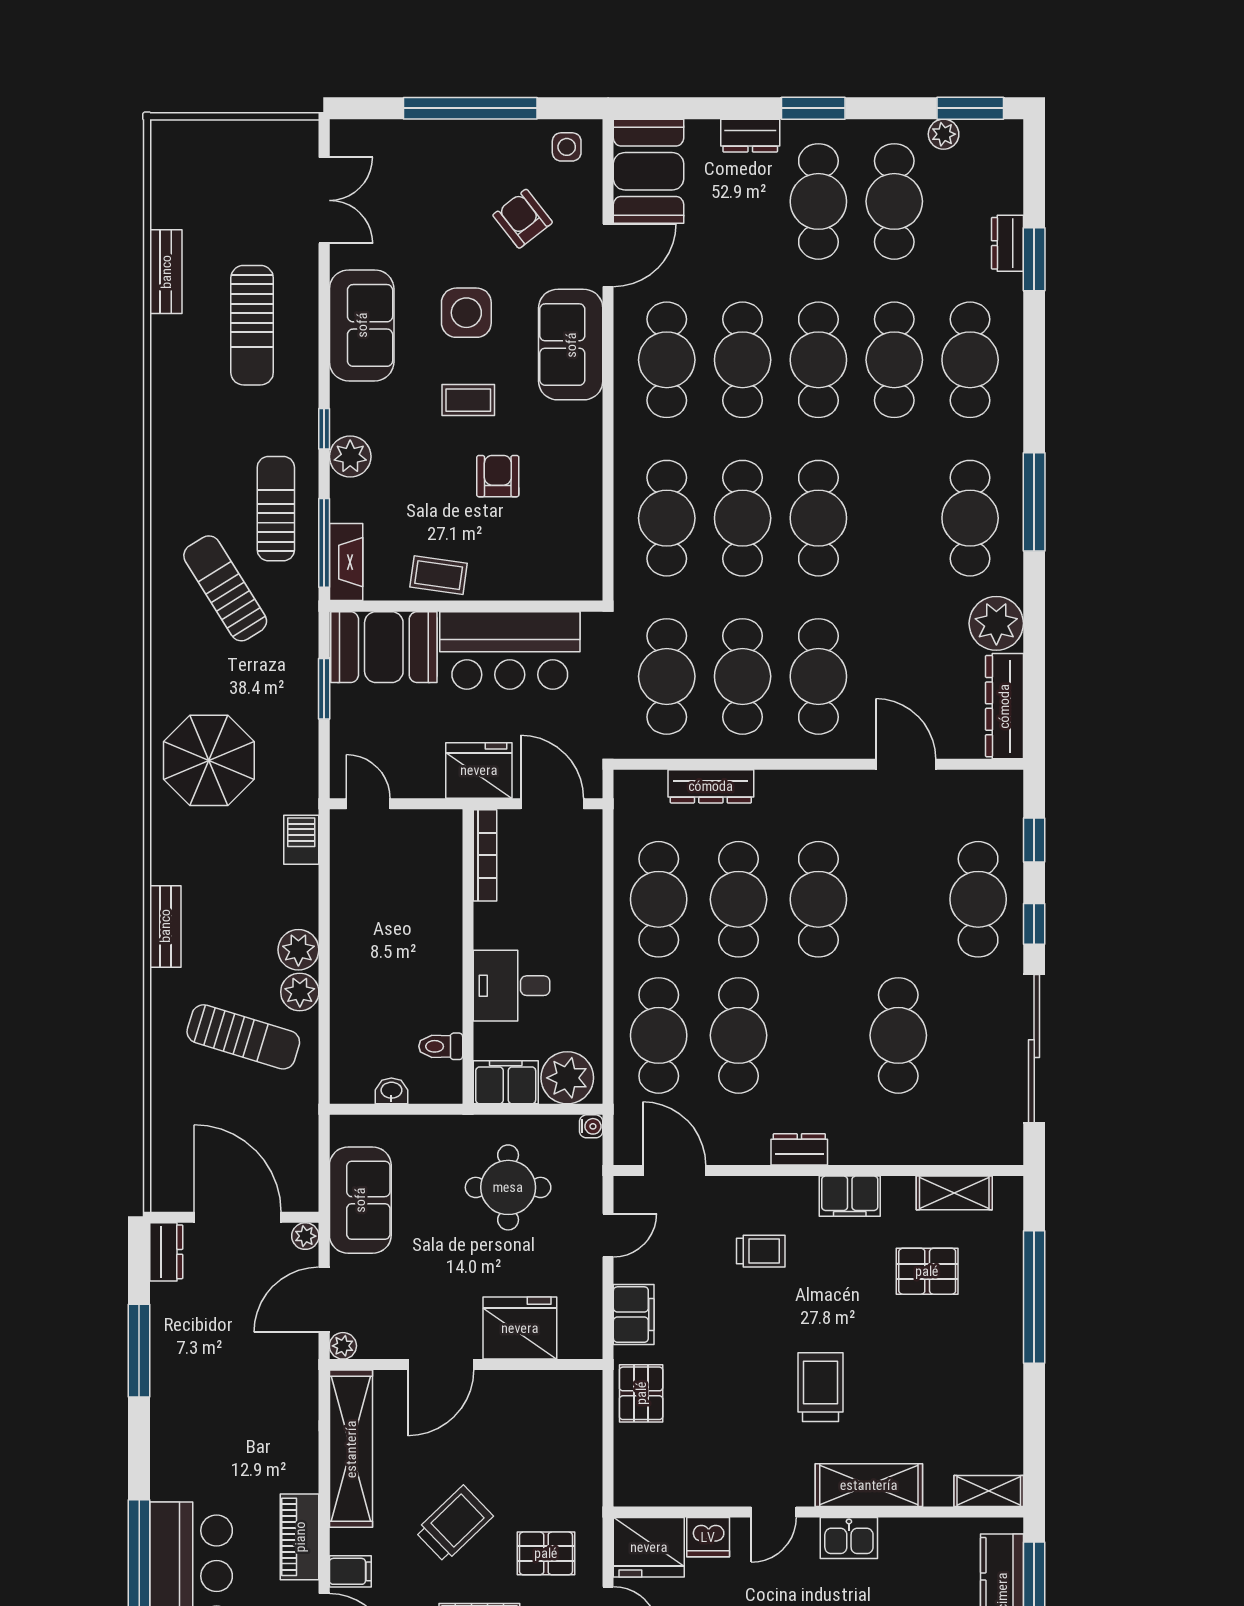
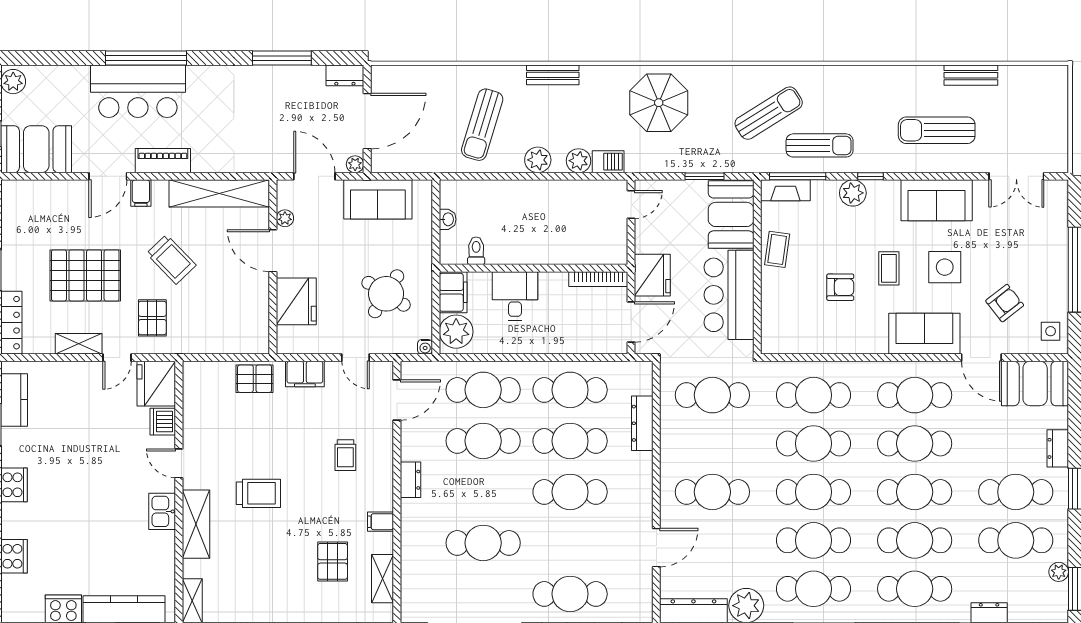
cafe table: (743, 676) -> (813, 540), moved
plant: (300, 992) -> (578, 161), moved
round table: (508, 1187) -> (386, 294), turned 32
filing cabinet: (850, 1196) -> (381, 522), width x0.50
plant: (343, 1346) -> (285, 218), moved

